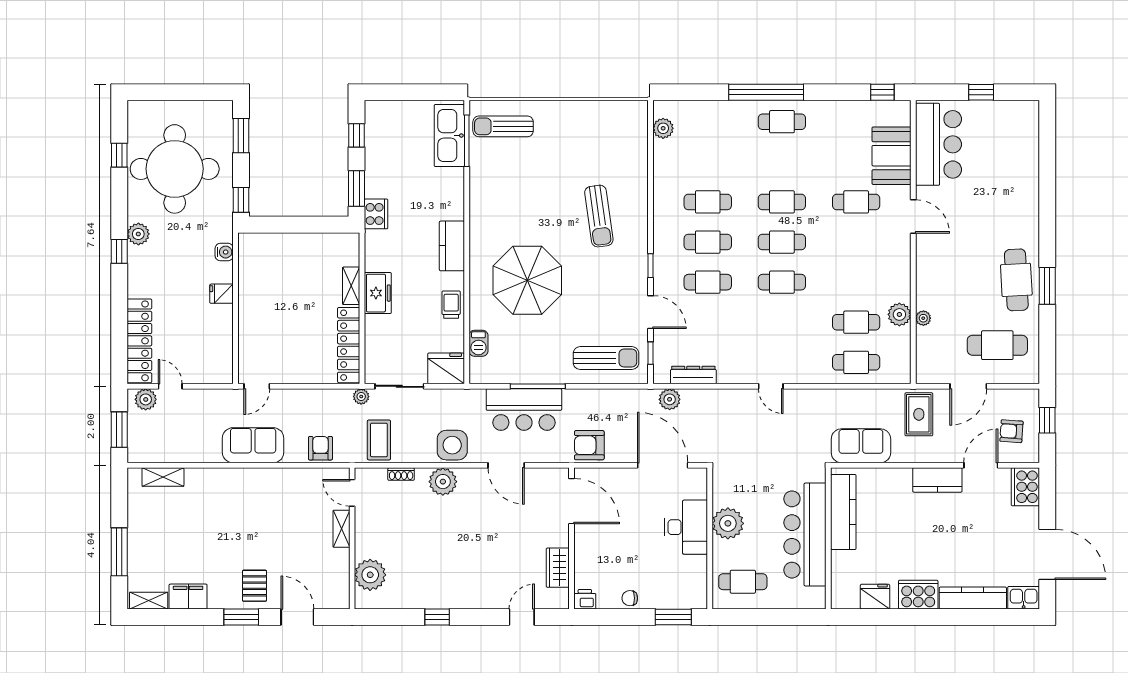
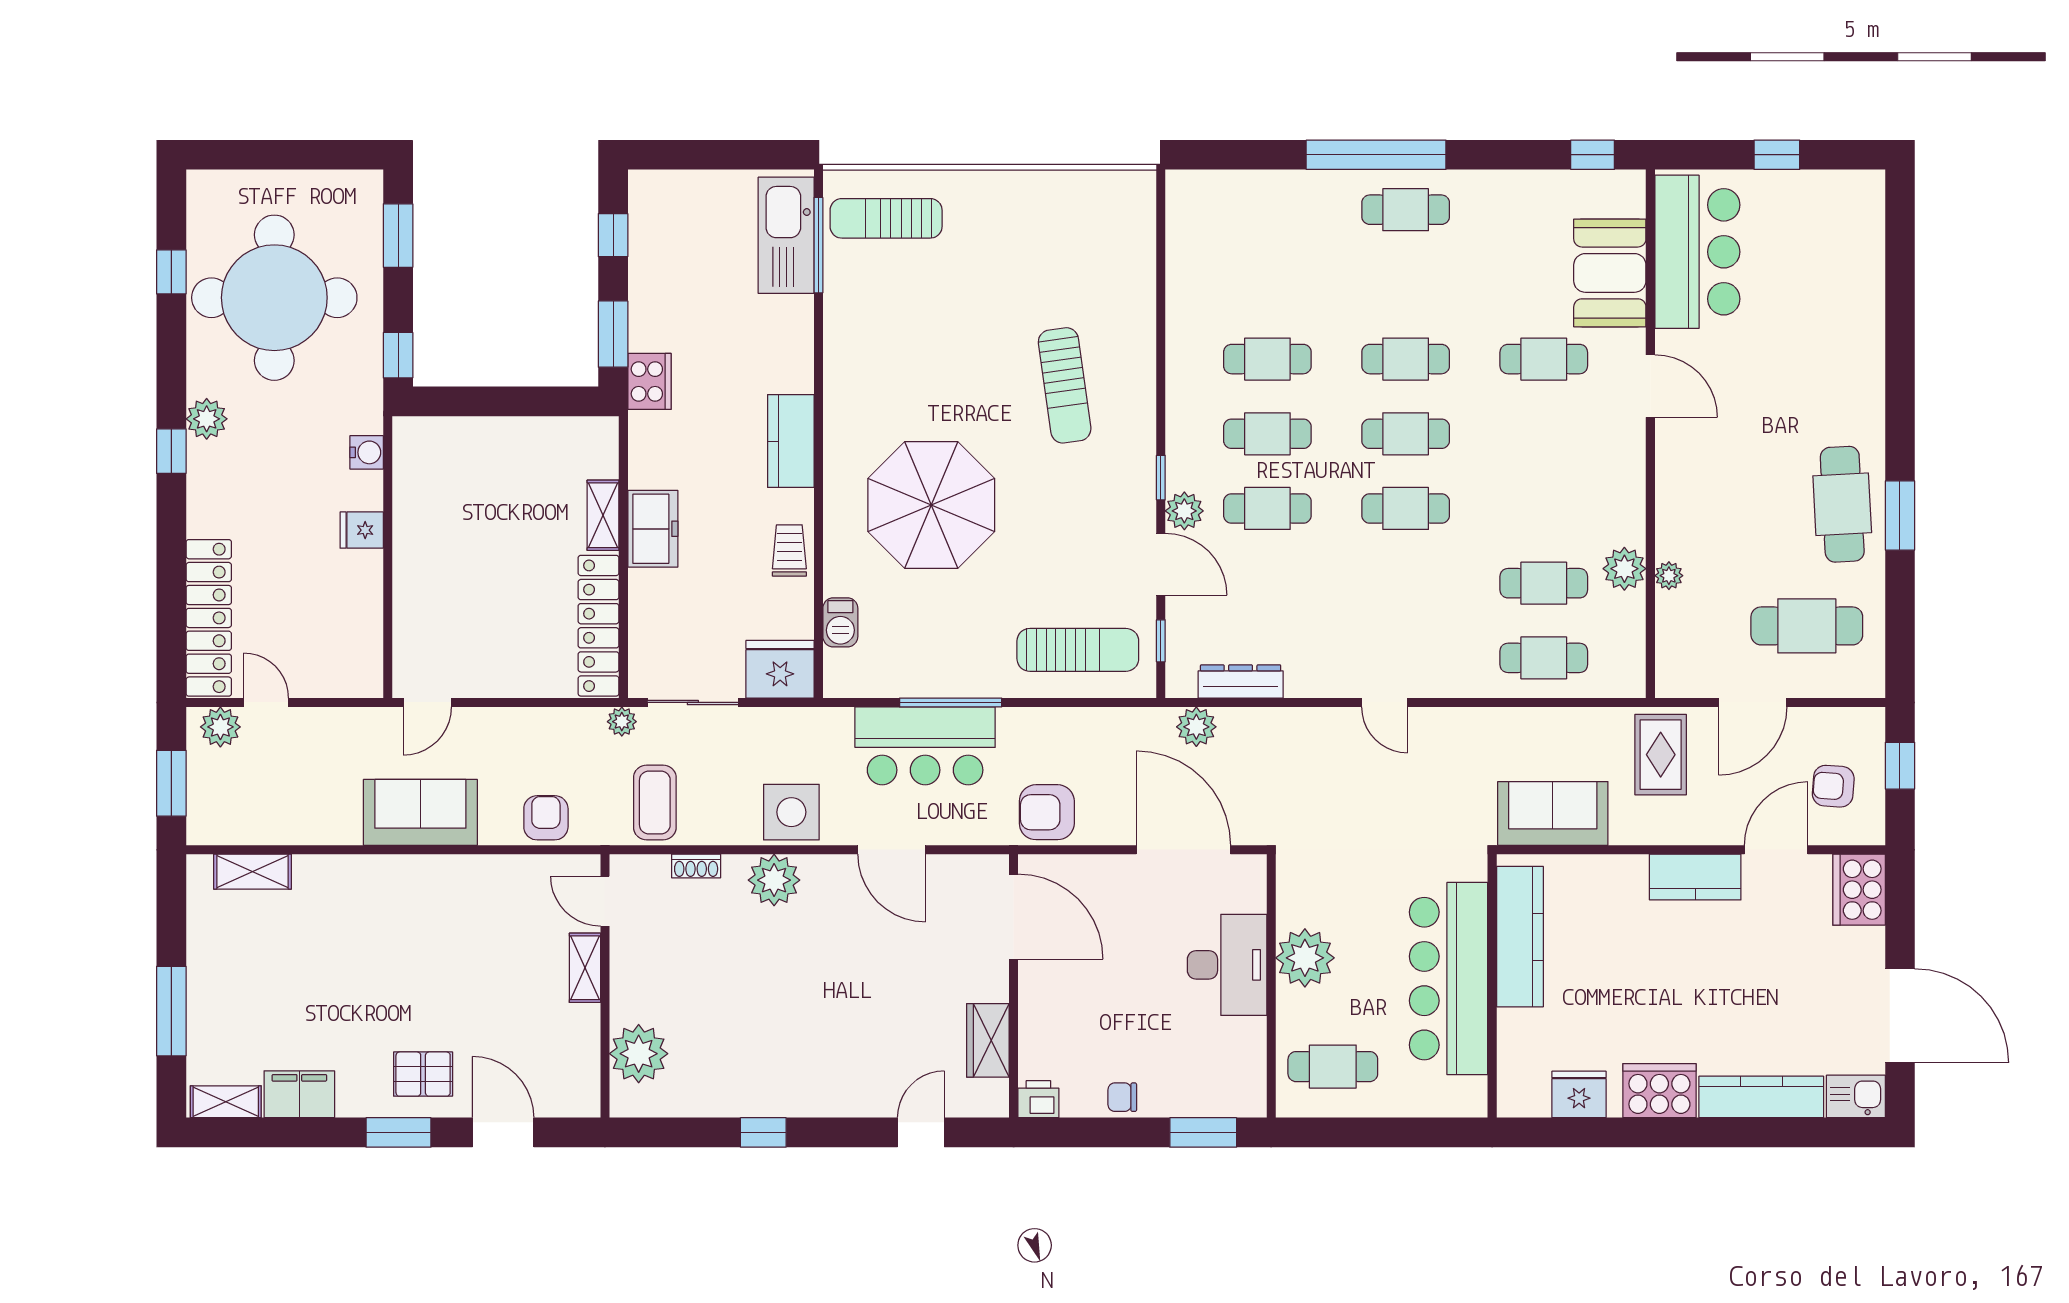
plant: (663, 128) -> (1184, 511), moved
pallet: (254, 586) -> (423, 1074), turned 90

